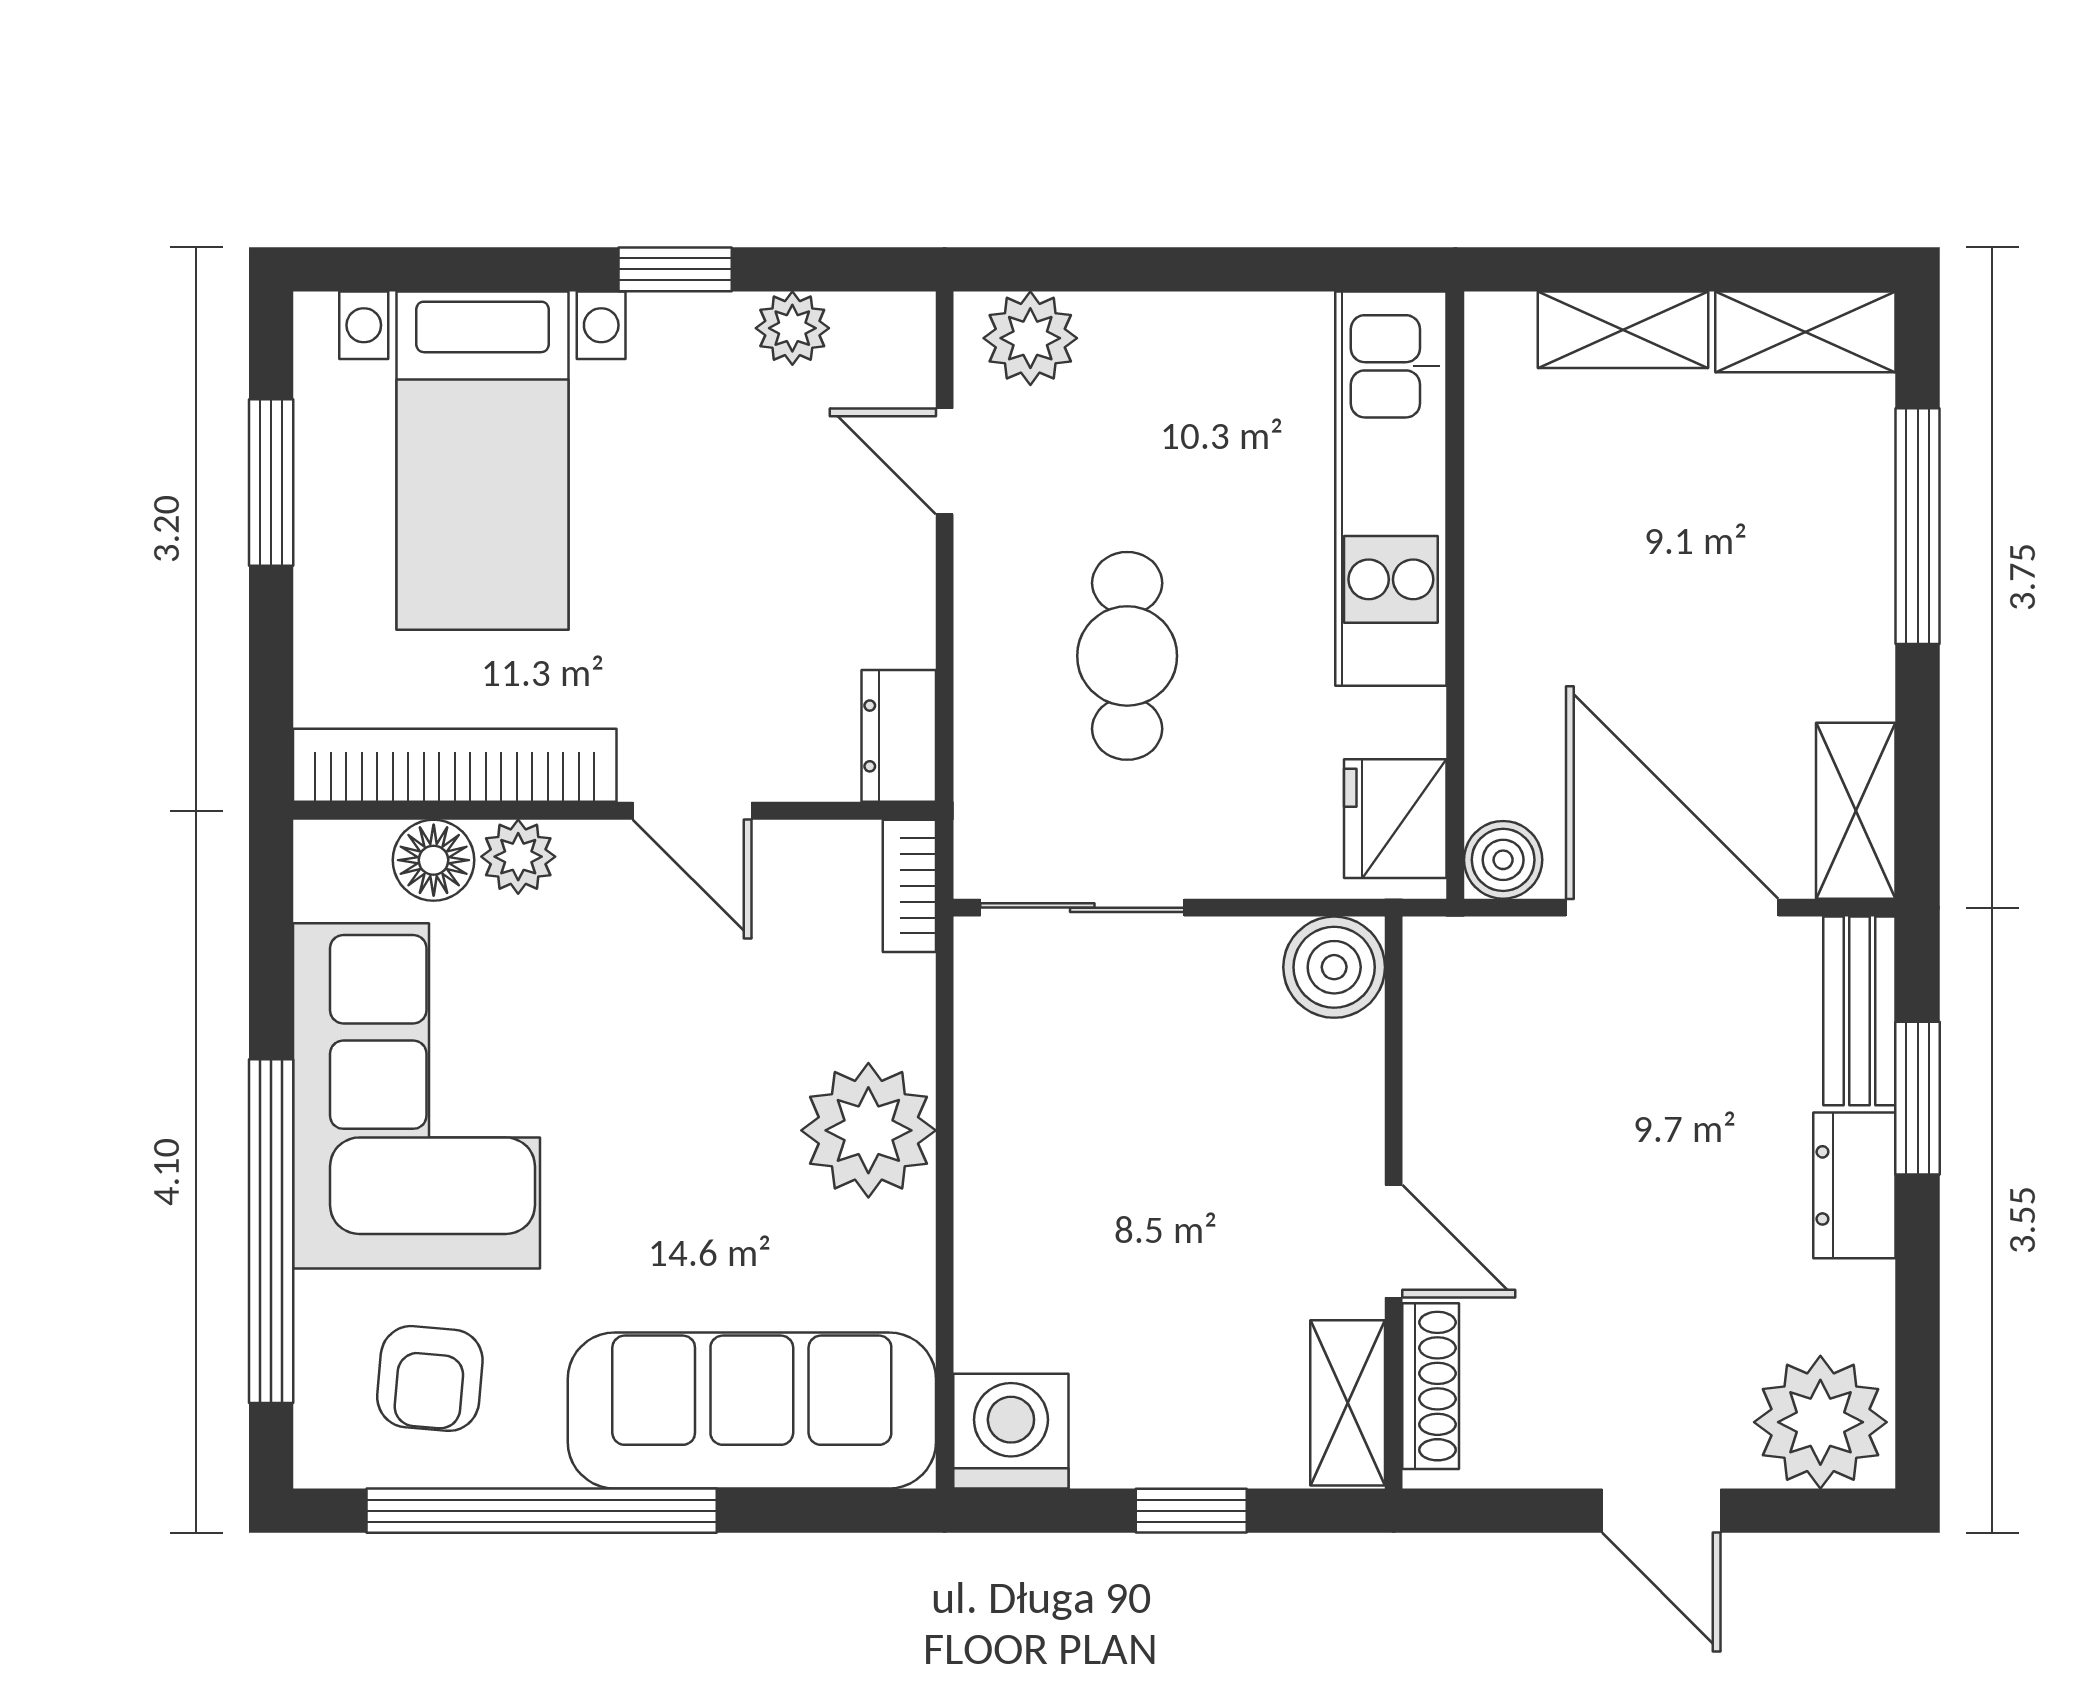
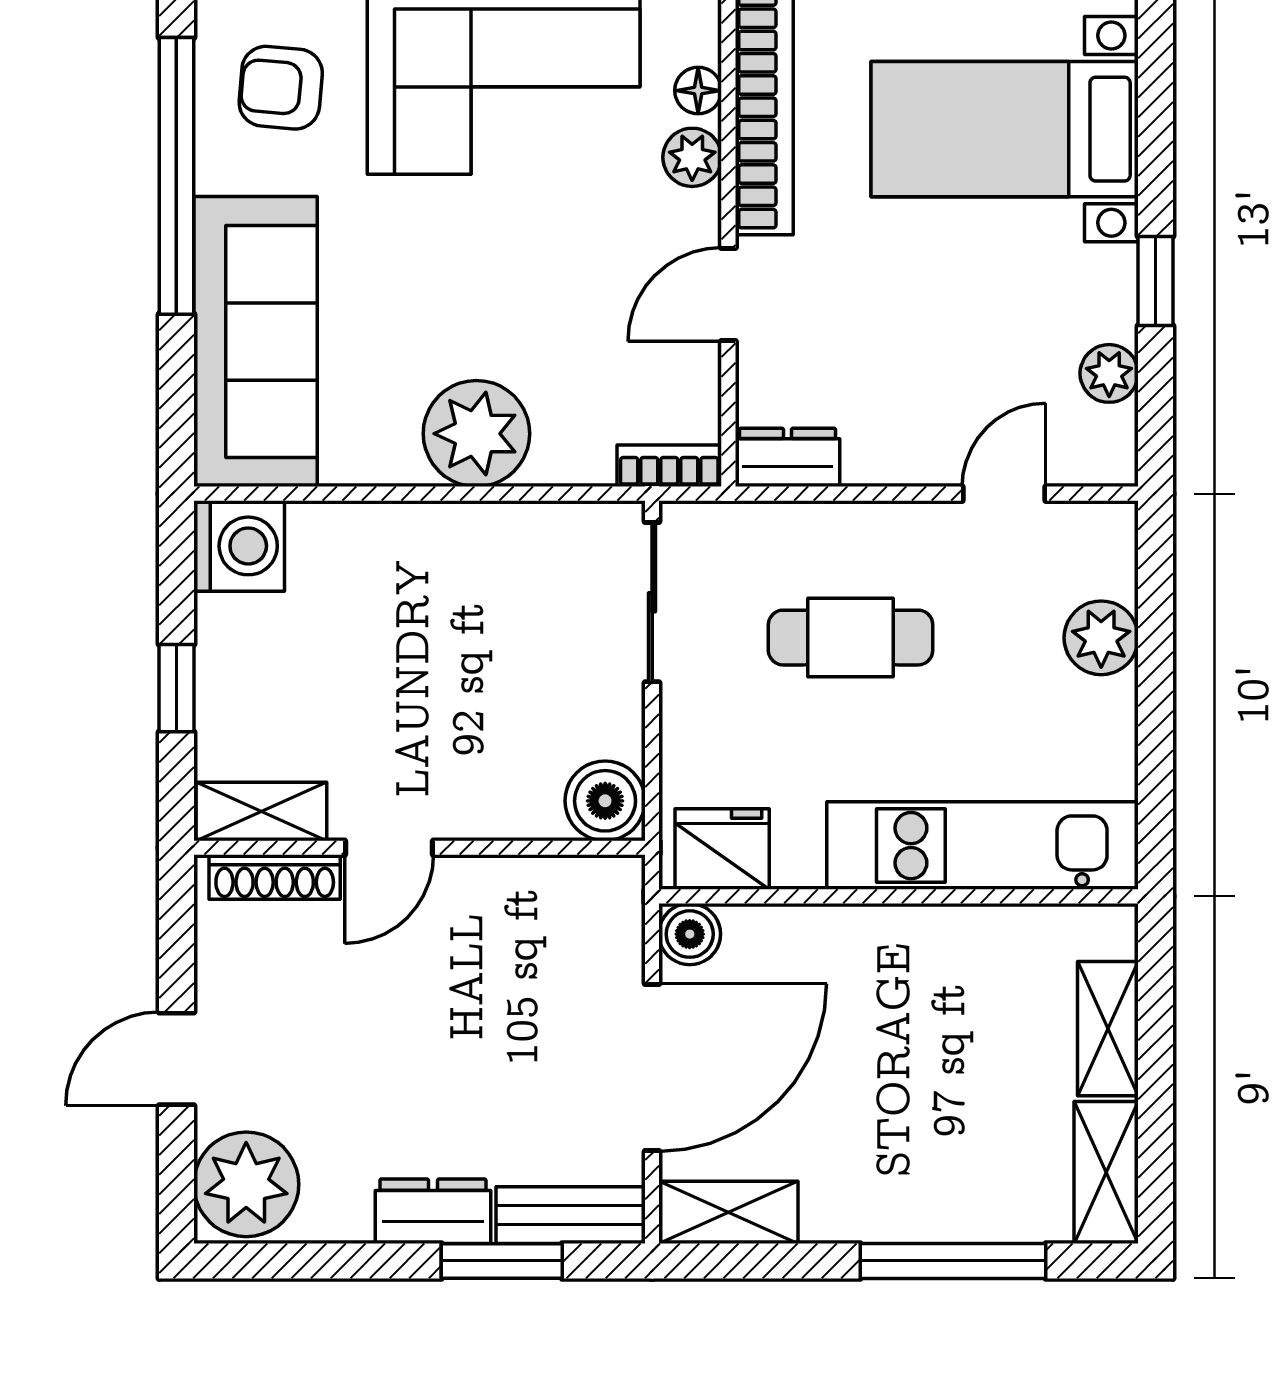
plant: (1030, 338) -> (1101, 638), moved
floor lamp: (434, 860) -> (698, 91), width x0.73, depth x0.73

